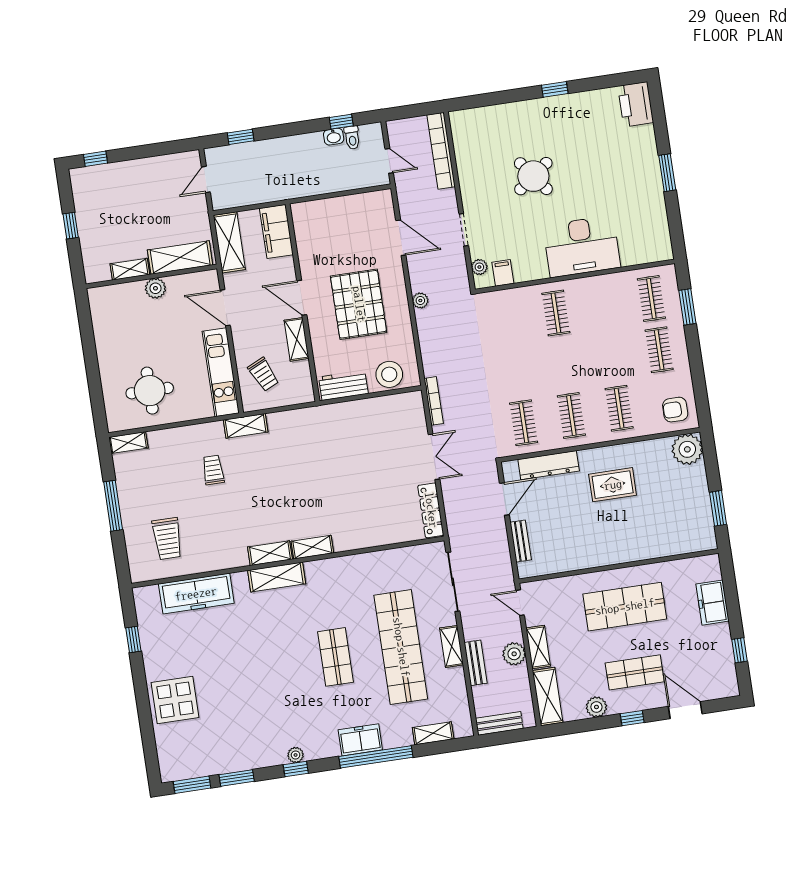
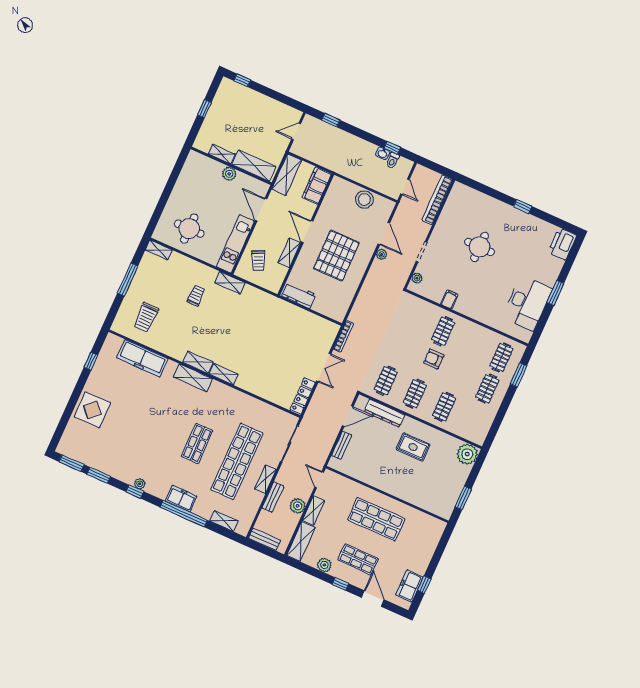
round table: (533, 176) -> (480, 247), turned 37
desk: (582, 246) -> (527, 303), moved, turned -90
filing cabinet: (503, 273) -> (449, 299), moved
plant: (420, 301) -> (382, 255), moved
stool: (389, 374) -> (364, 199), moved
armchair: (675, 410) -> (434, 359), moved
freezer: (712, 603) -> (409, 586), moved

